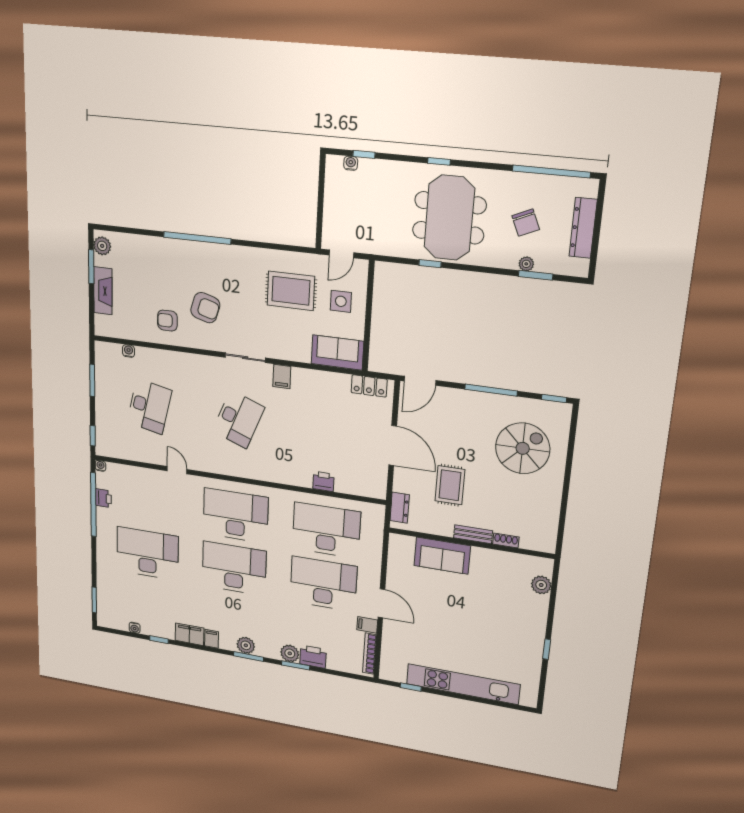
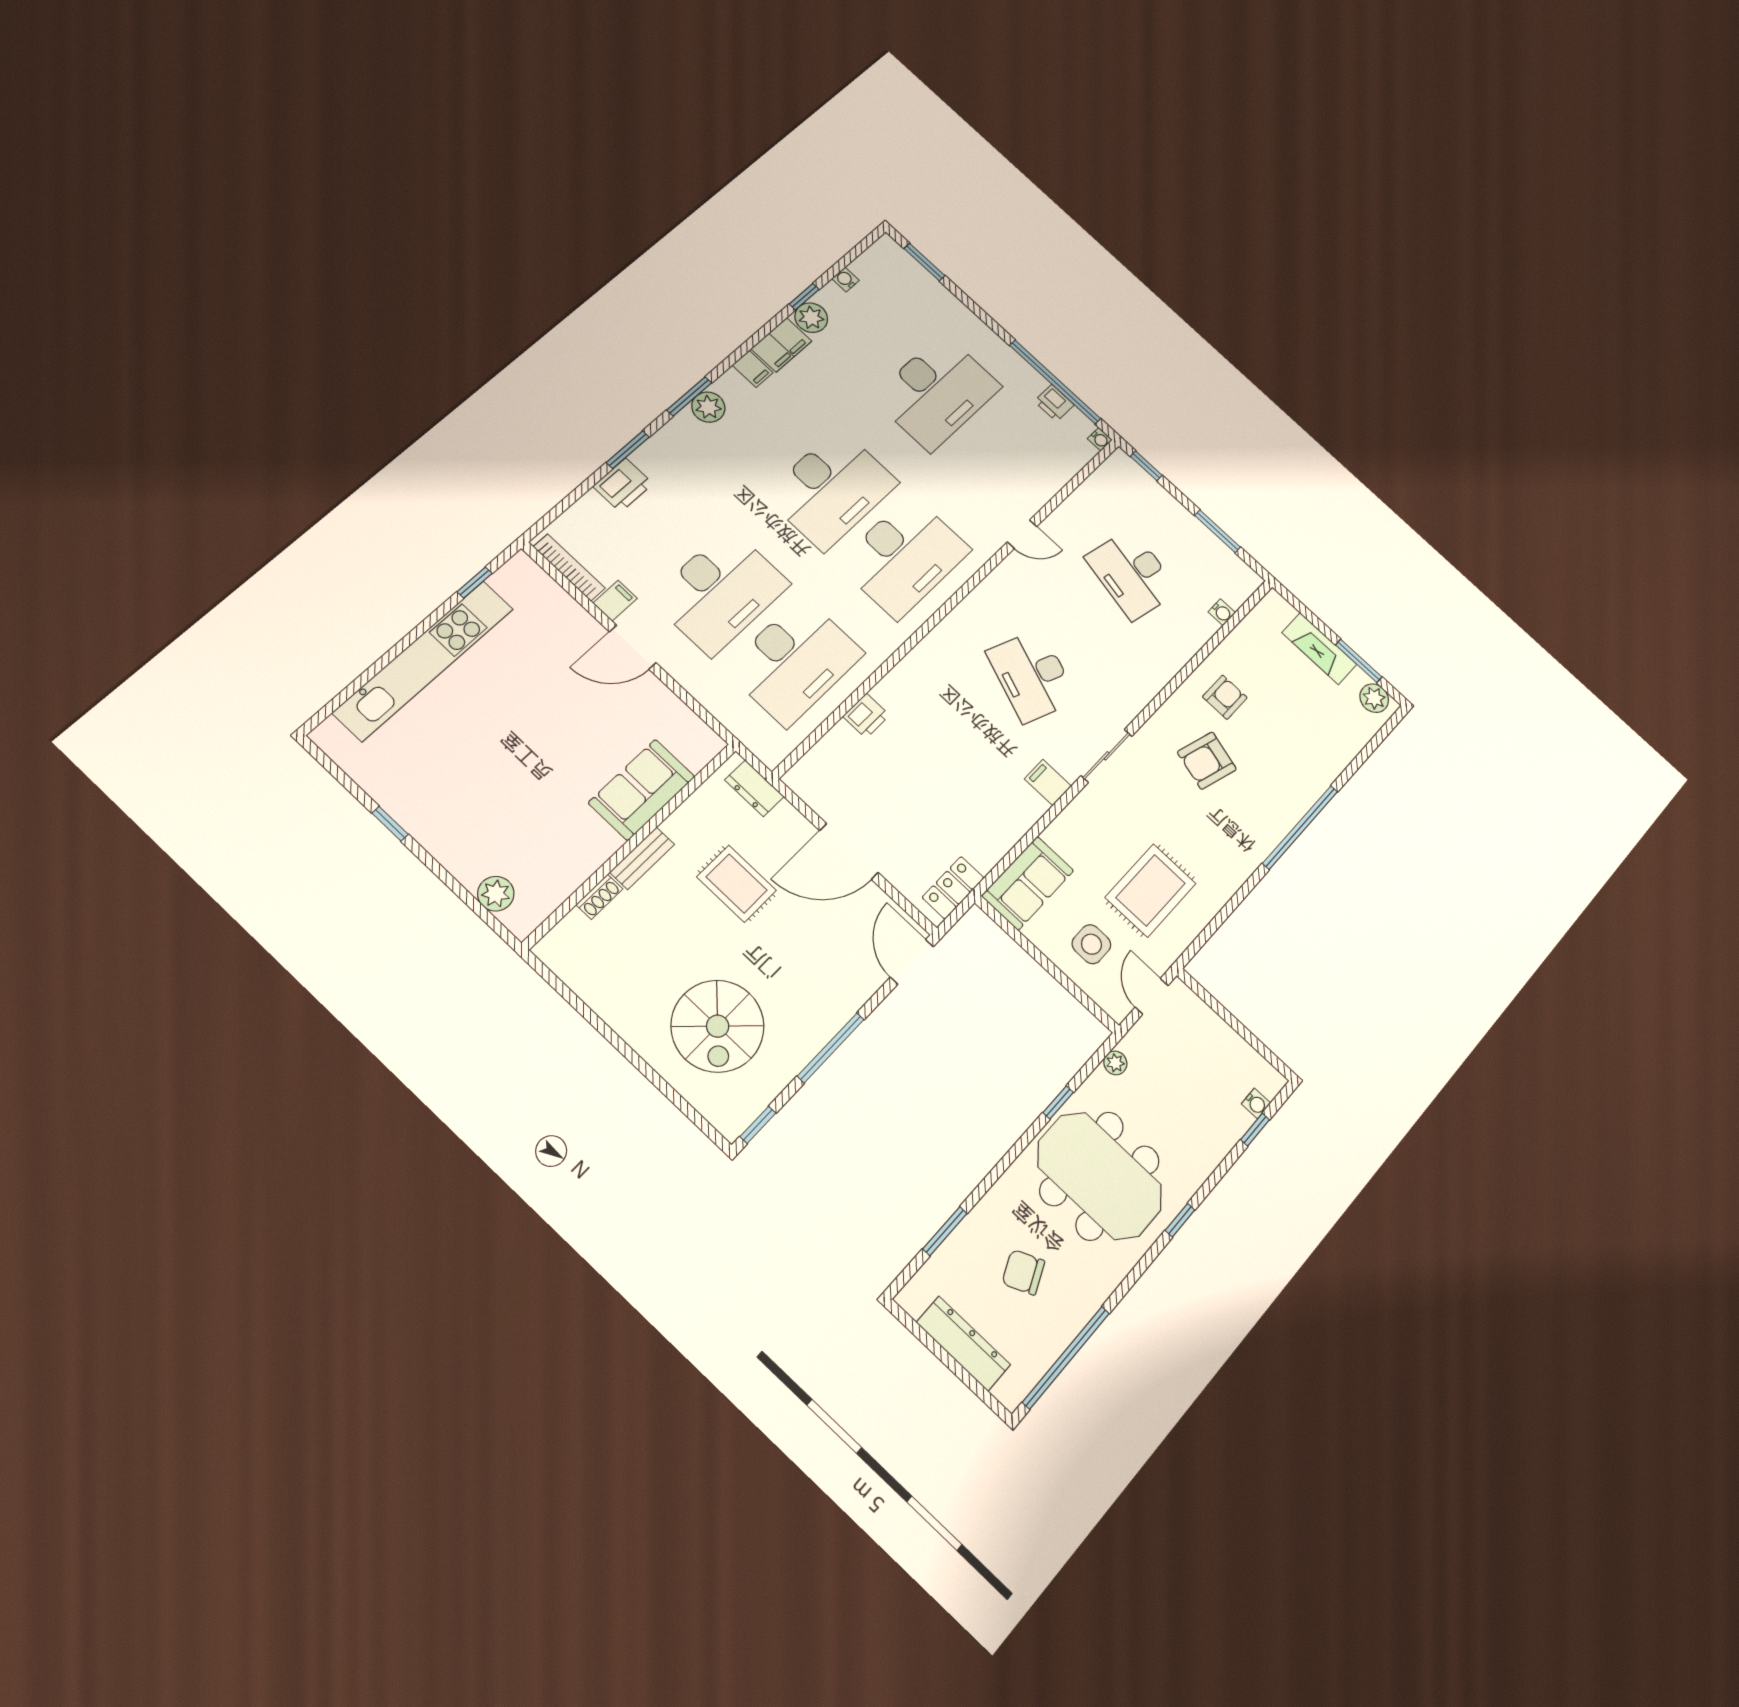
plant: (526, 264) -> (1115, 1063), moved
plant: (290, 653) -> (811, 318), moved

